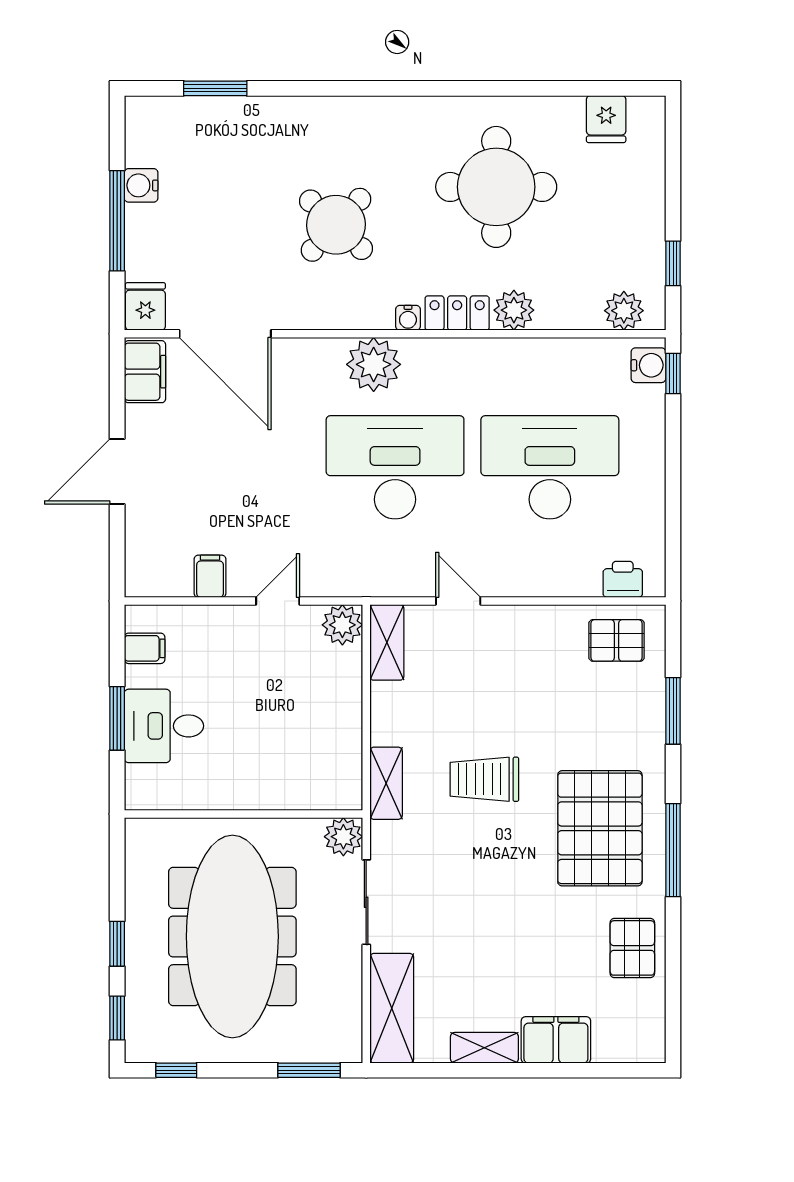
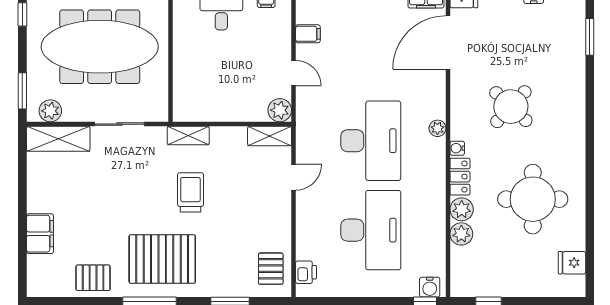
plant: (624, 311) -> (461, 234), moved
plant: (374, 364) -> (437, 128), width x0.53, depth x0.53
plant: (343, 837) -> (50, 111), moved
shelving: (484, 1048) -> (35, 192), removed

